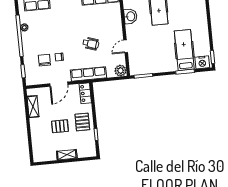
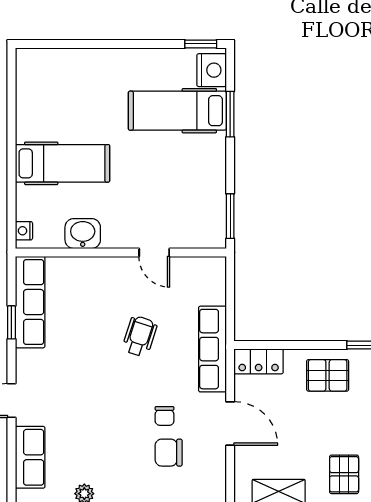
plant: (120, 71) -> (212, 271), removed
pallet: (60, 126) -> (344, 474), moved

